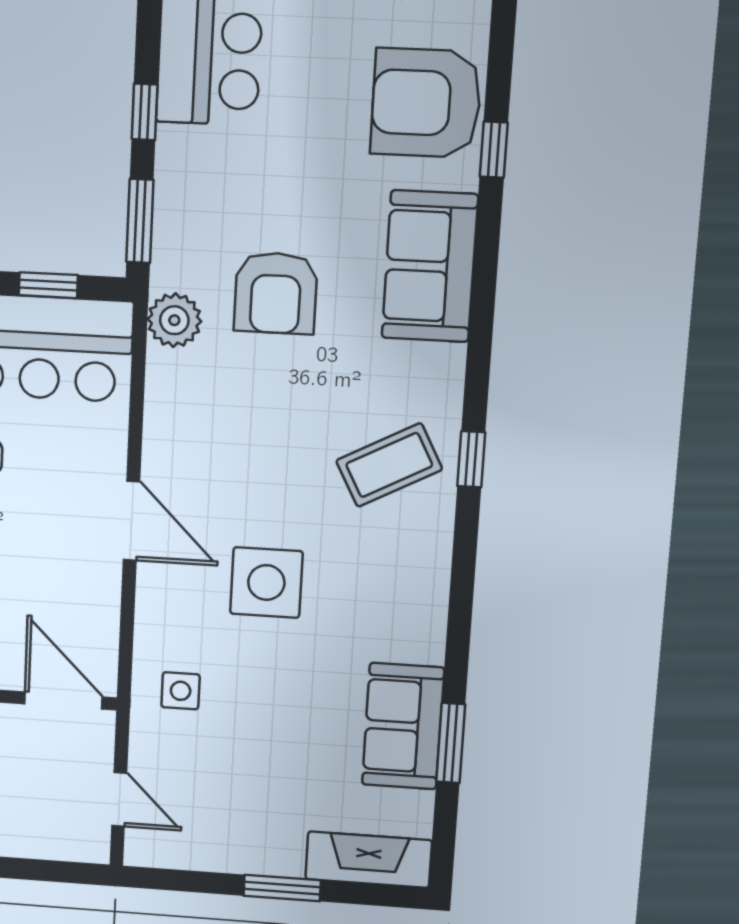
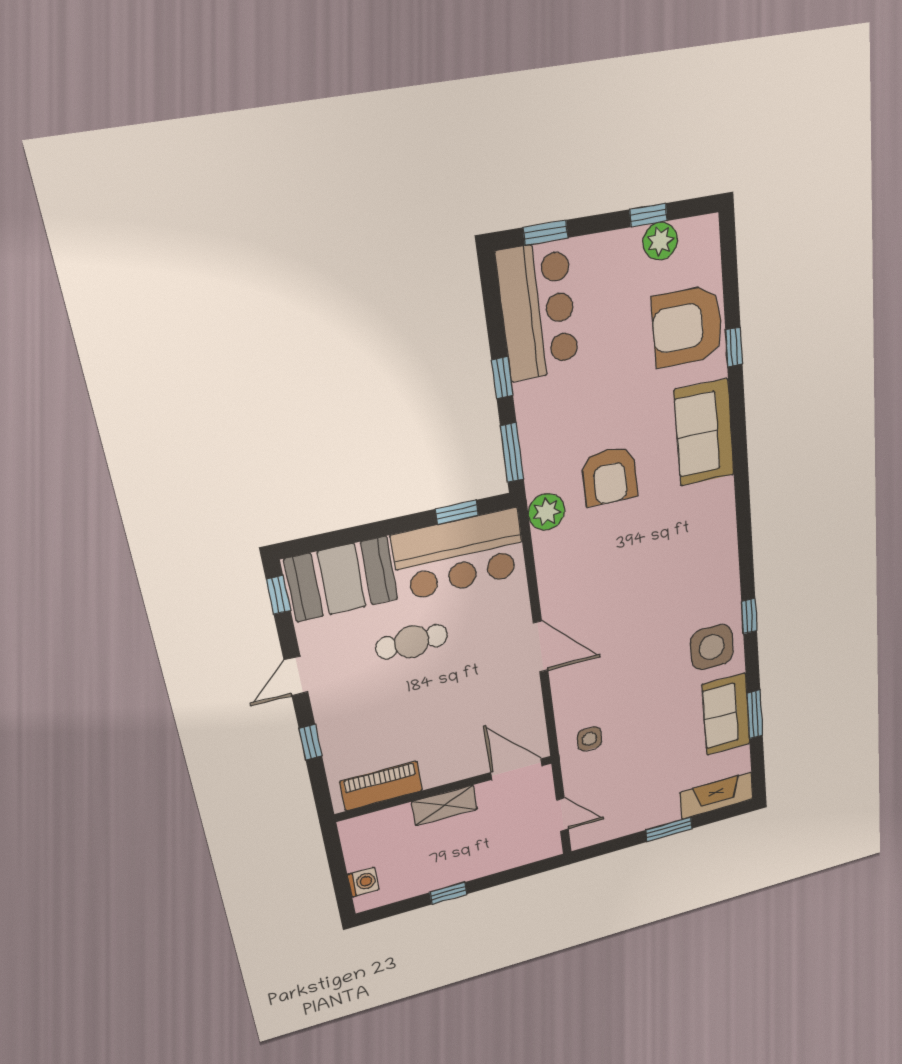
window: (471, 459) -> (749, 616), moved
coffee table: (389, 465) -> (697, 563), removed
side table: (266, 583) -> (712, 647), moved

